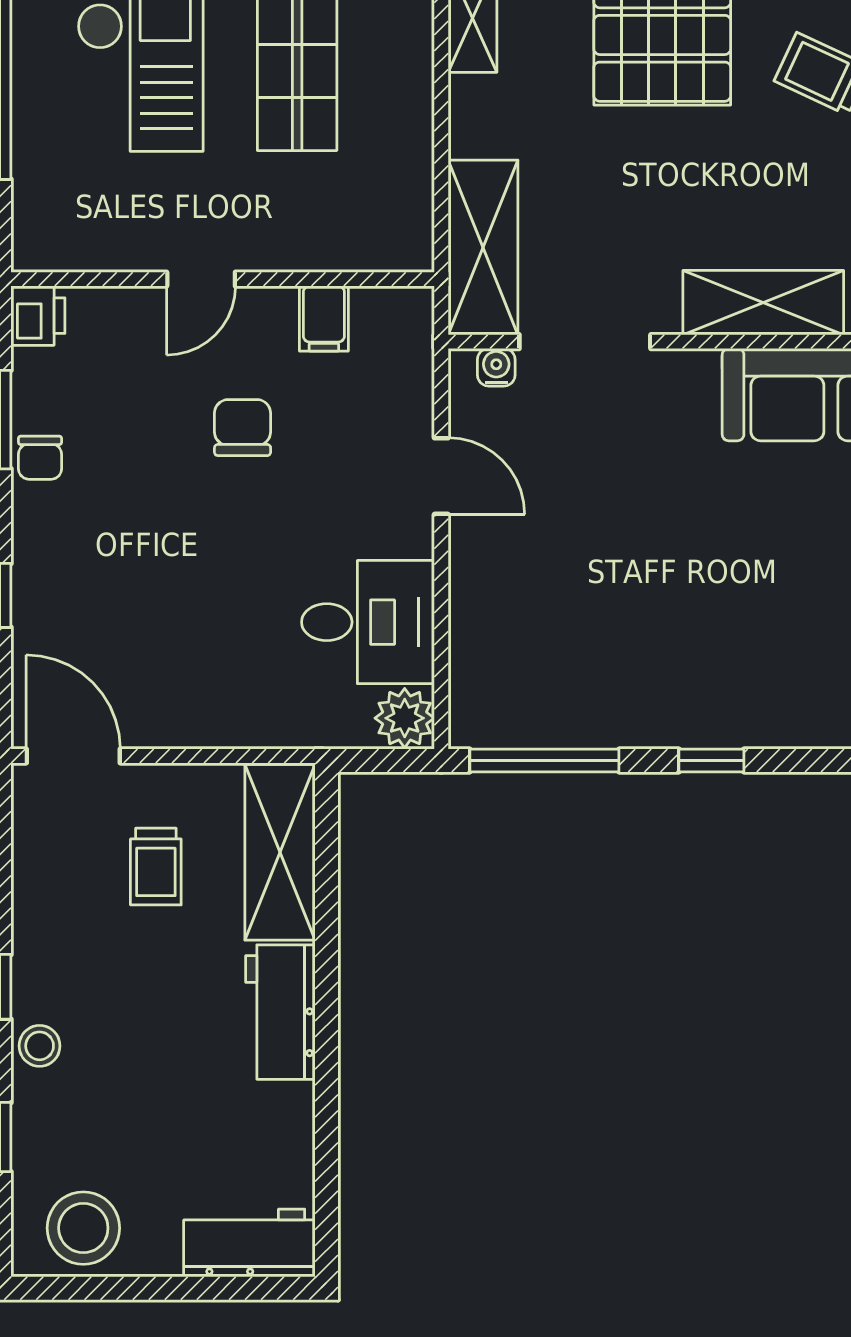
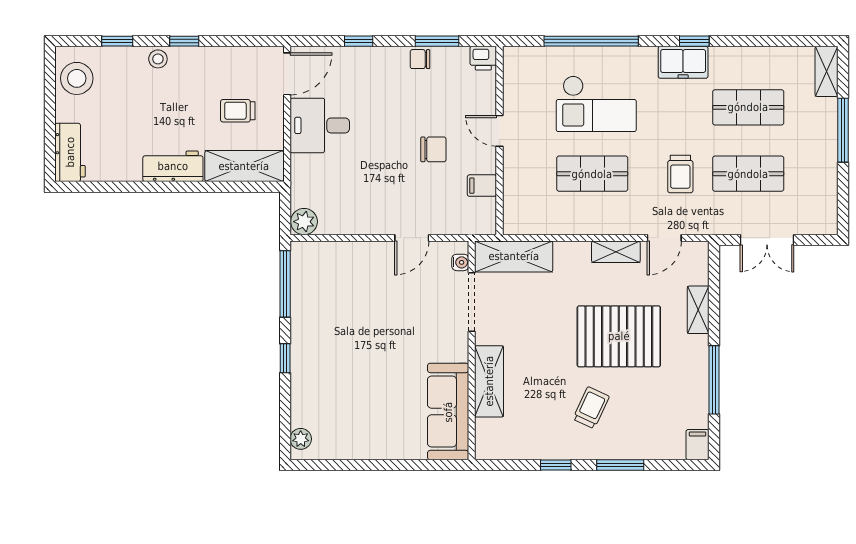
desk: (368, 622) -> (320, 125), moved, turned 90

